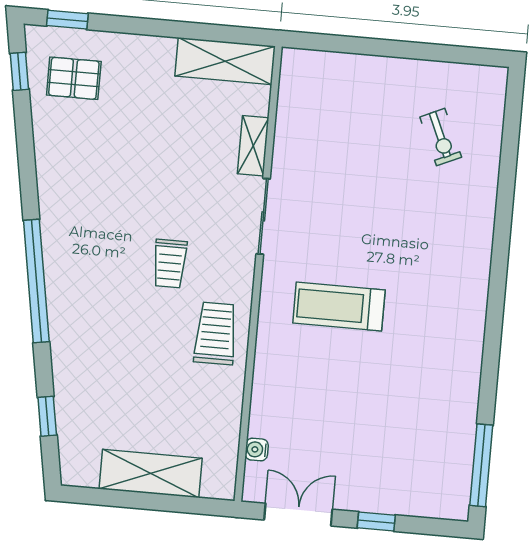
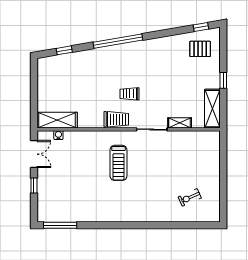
window: (67, 20) -> (223, 80), moved
pallet: (74, 78) -> (200, 49), turned 90
treadmill: (339, 306) -> (118, 163), turned 180
trolley: (216, 333) -> (116, 119), moved
shelving: (151, 473) -> (57, 120), moved, turned 90

